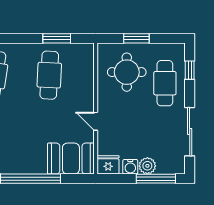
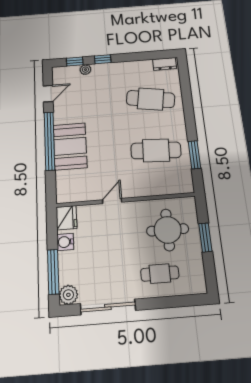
window: (190, 70) -> (177, 301), removed
cafe table: (165, 83) -> (160, 274), width x0.73, depth x0.74
booth: (71, 159) -> (70, 146), moved
plant: (147, 166) -> (68, 295), moved

